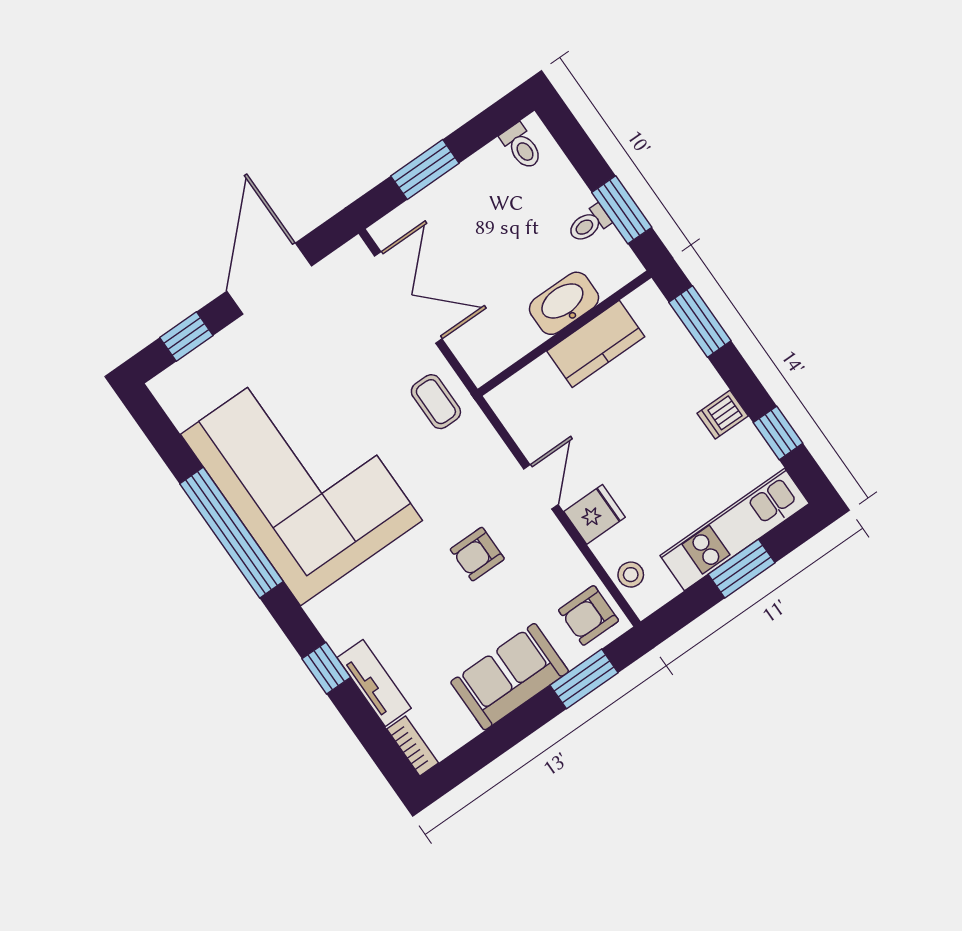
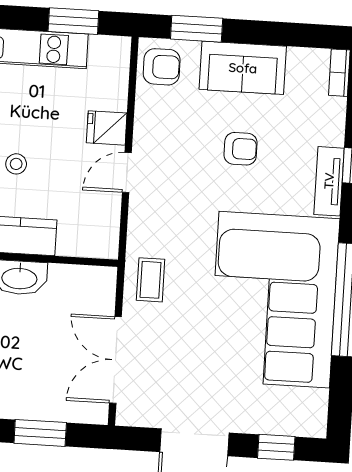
armchair: (477, 554) -> (241, 149), moved
window: (742, 569) -> (73, 21), moved
stool: (631, 575) -> (16, 164), moved
tv unit: (374, 683) -> (329, 181), moved

